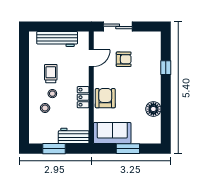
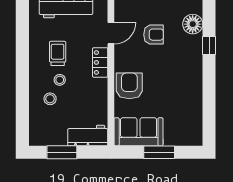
locker: (83, 97) -> (100, 62), moved
floor lamp: (153, 109) -> (193, 24), moved

